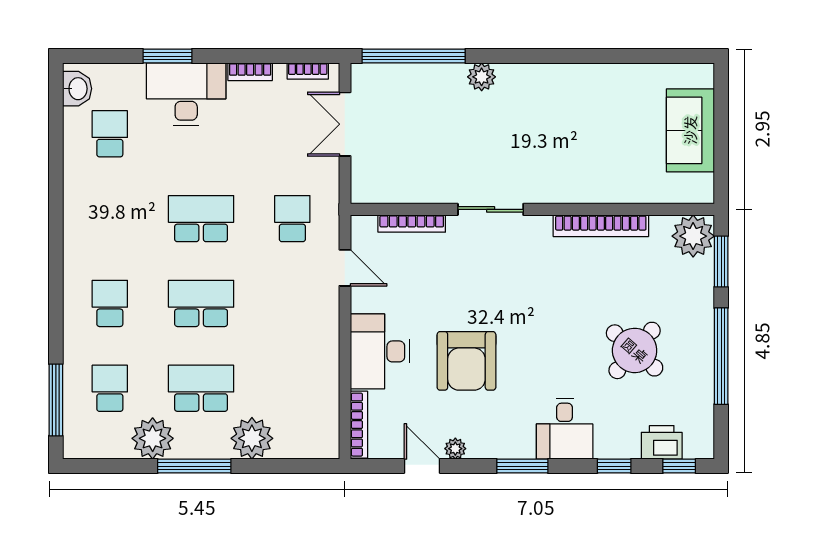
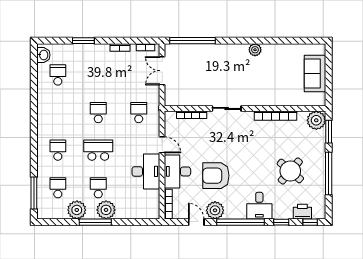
plant: (482, 77) -> (255, 50), moved
desk: (186, 94) -> (146, 171), moved, turned 90
school desk: (201, 219) -> (98, 113), width x0.54
door: (345, 268) -> (162, 145), moved
armchair: (466, 361) -> (216, 176), turned 90
school desk: (201, 388) -> (98, 188), width x0.54
plant: (252, 438) -> (106, 210), moved
plant: (455, 449) -> (215, 210), width x1.88, depth x1.88
window: (522, 466) -> (241, 222), width x2.11

